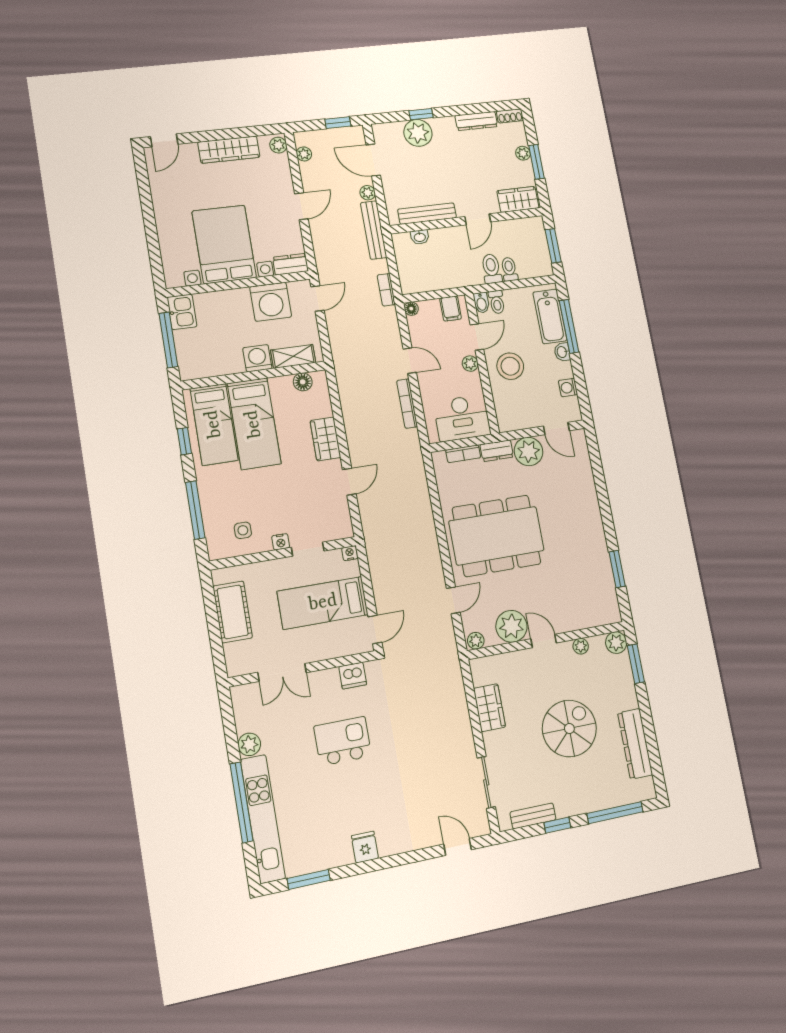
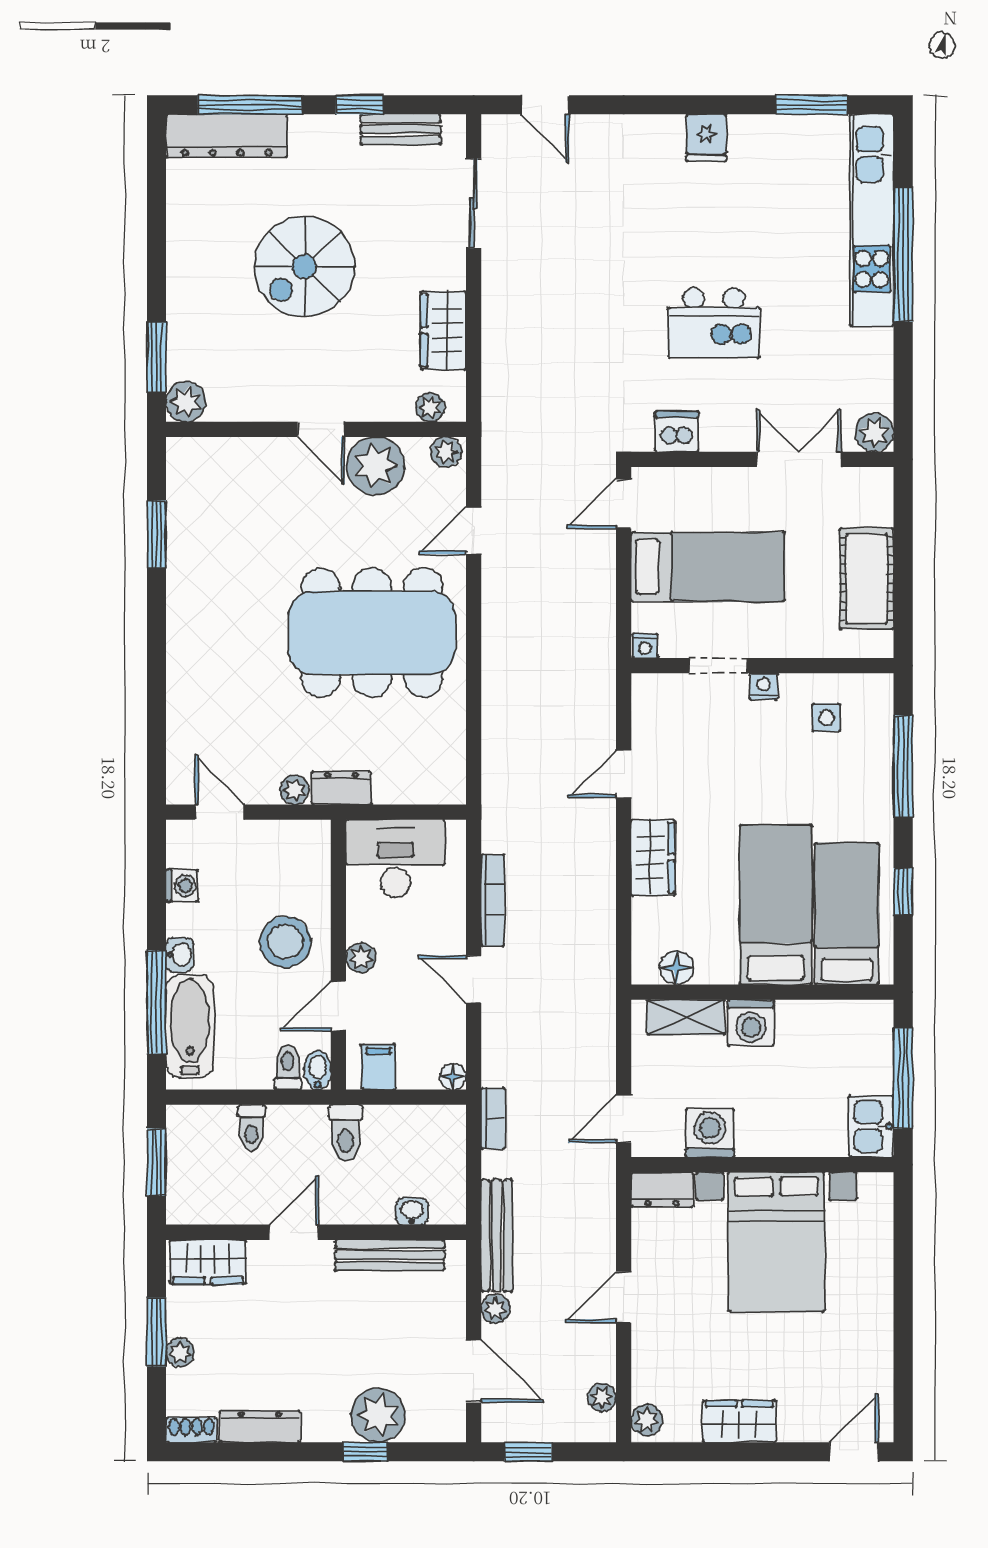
wardrobe: (229, 150) -> (739, 1421), width x0.67
toilet: (491, 269) -> (346, 1133), moved
washing machine: (271, 302) -> (710, 1133), width x0.73, depth x0.73
plant: (529, 451) -> (294, 790), width x0.53, depth x0.53
bookcase: (463, 454) -> (406, 792), removed
plant: (581, 646) -> (430, 407), moved
plant: (249, 744) -> (875, 433), moved
dresser: (635, 744) -> (227, 136), moved, turned 90

